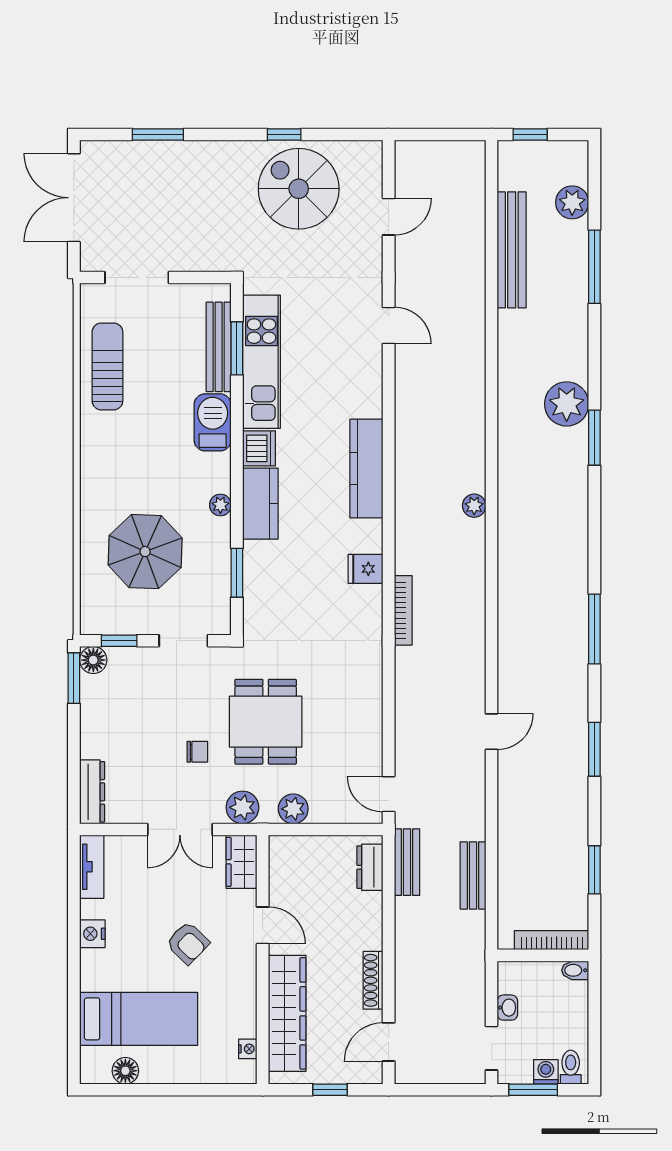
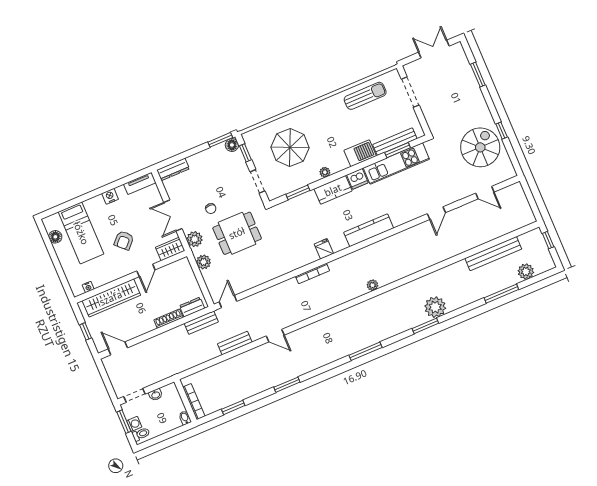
double door: (74, 198) -> (434, 49), width x0.73
window: (594, 629) -> (365, 351), moved
bench: (473, 875) -> (235, 343), moved
shoe rack: (373, 980) -> (168, 319), moved

